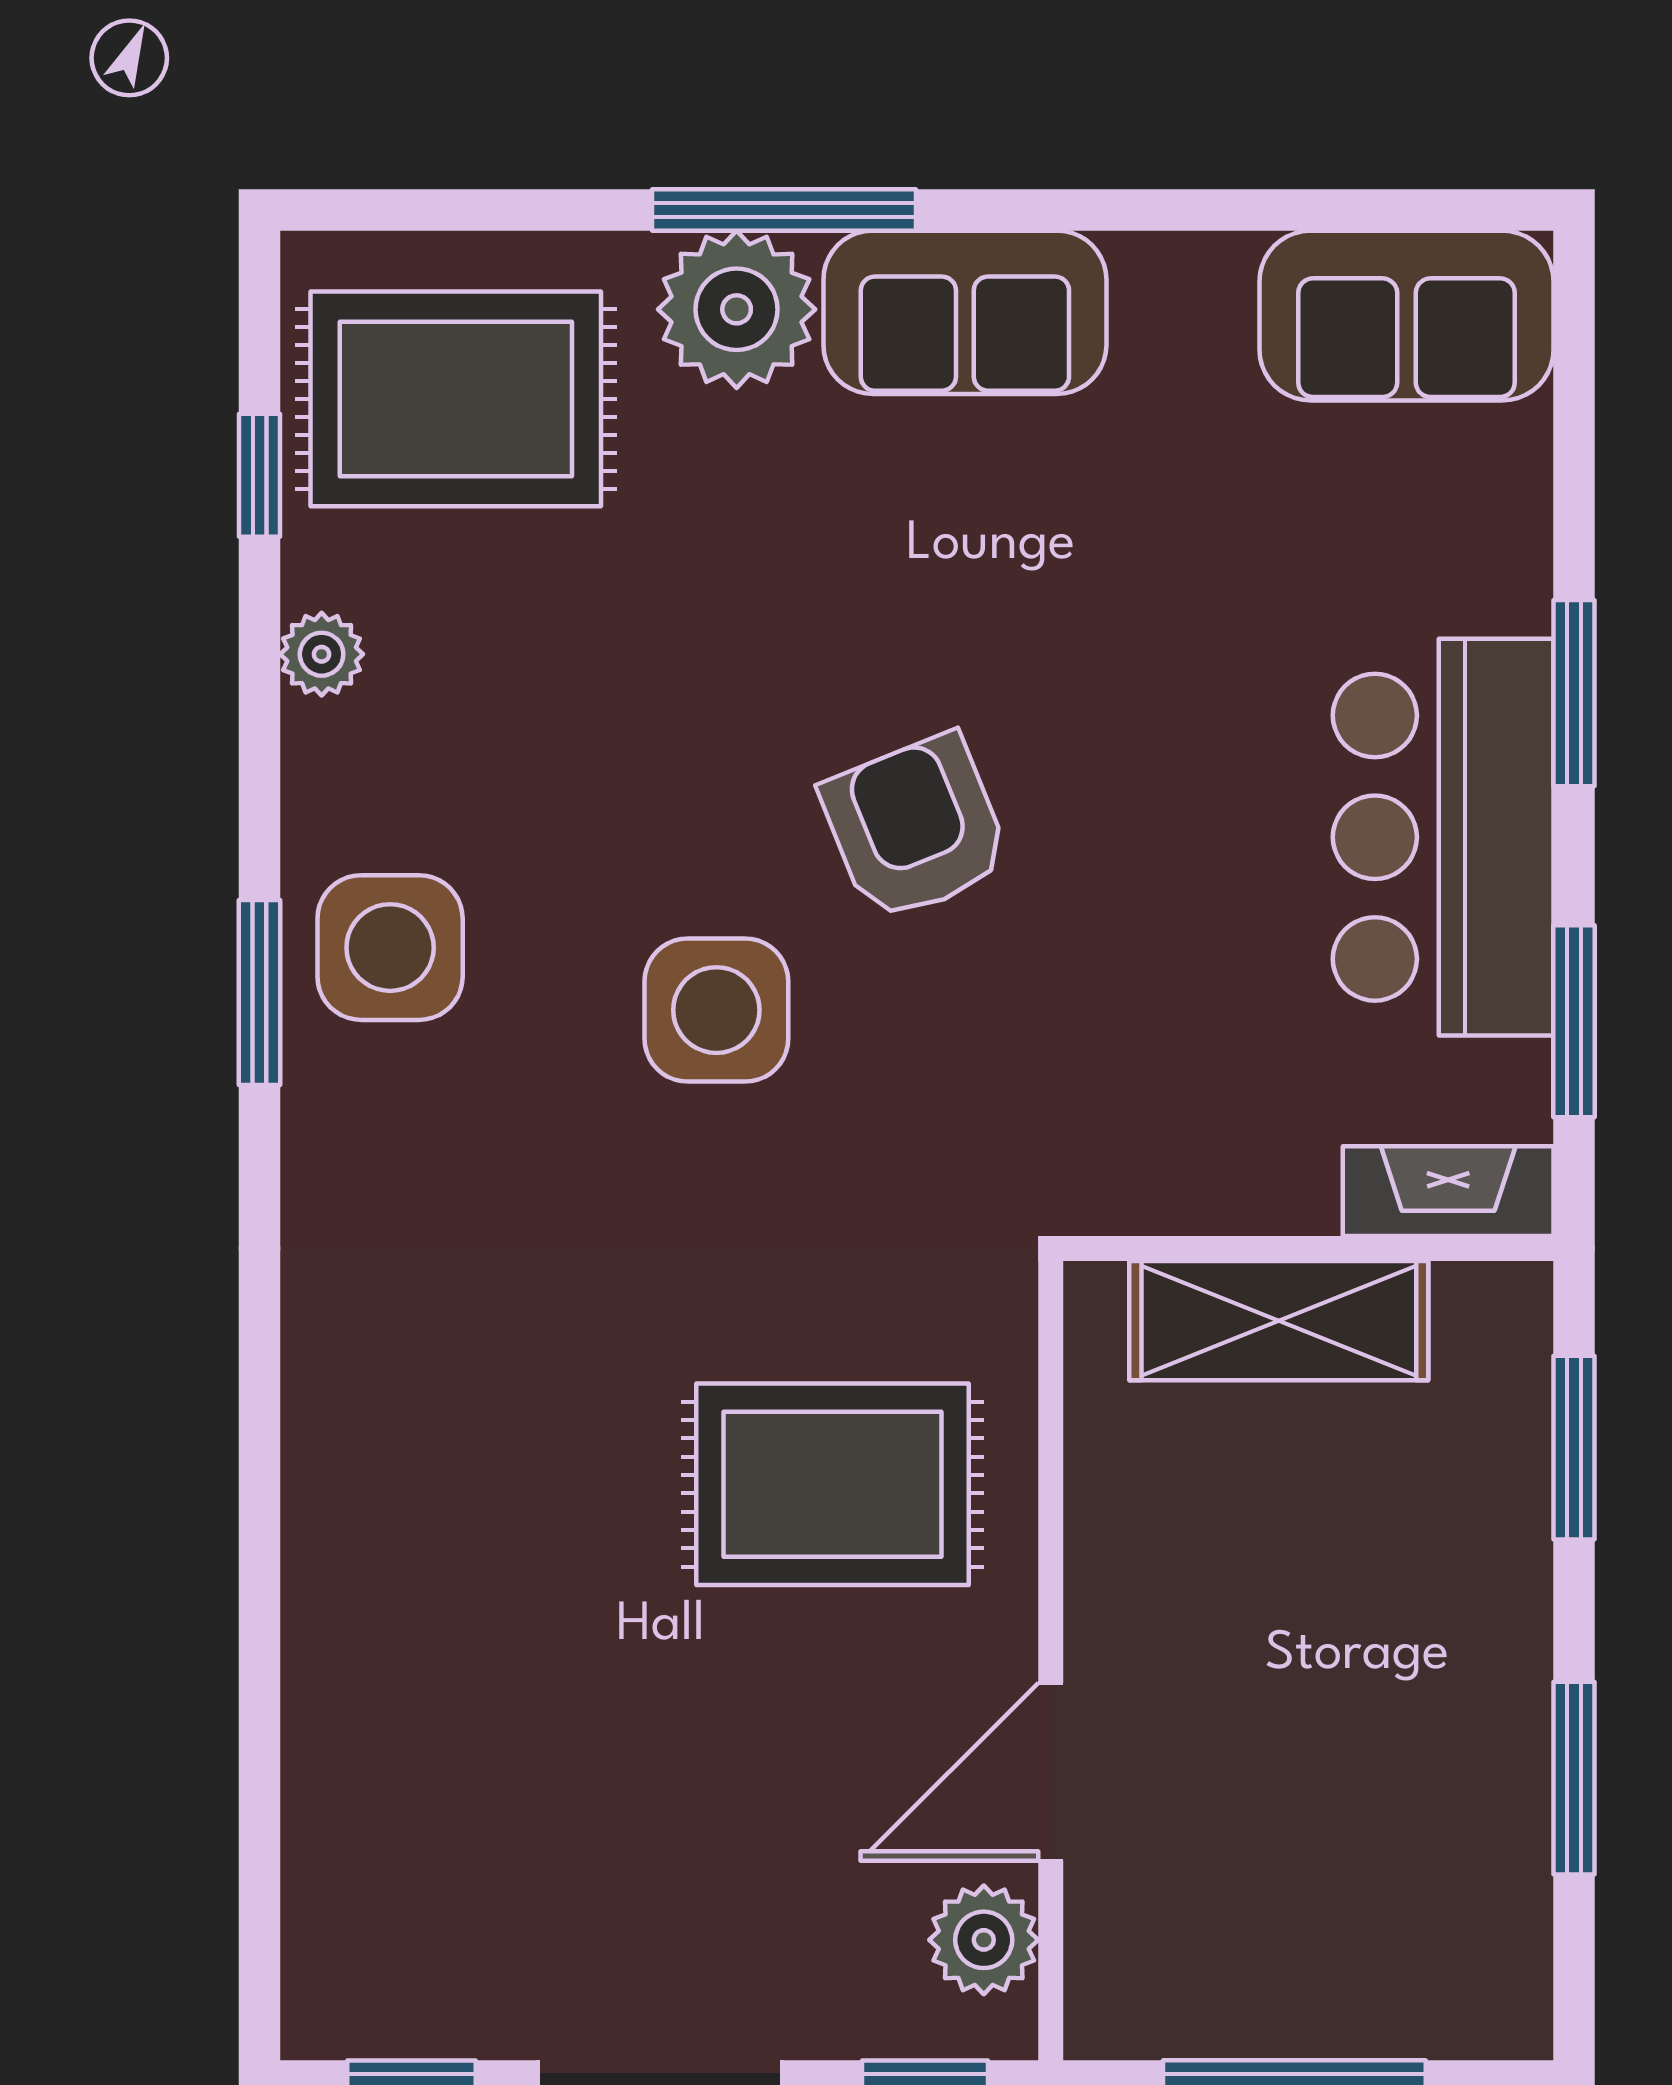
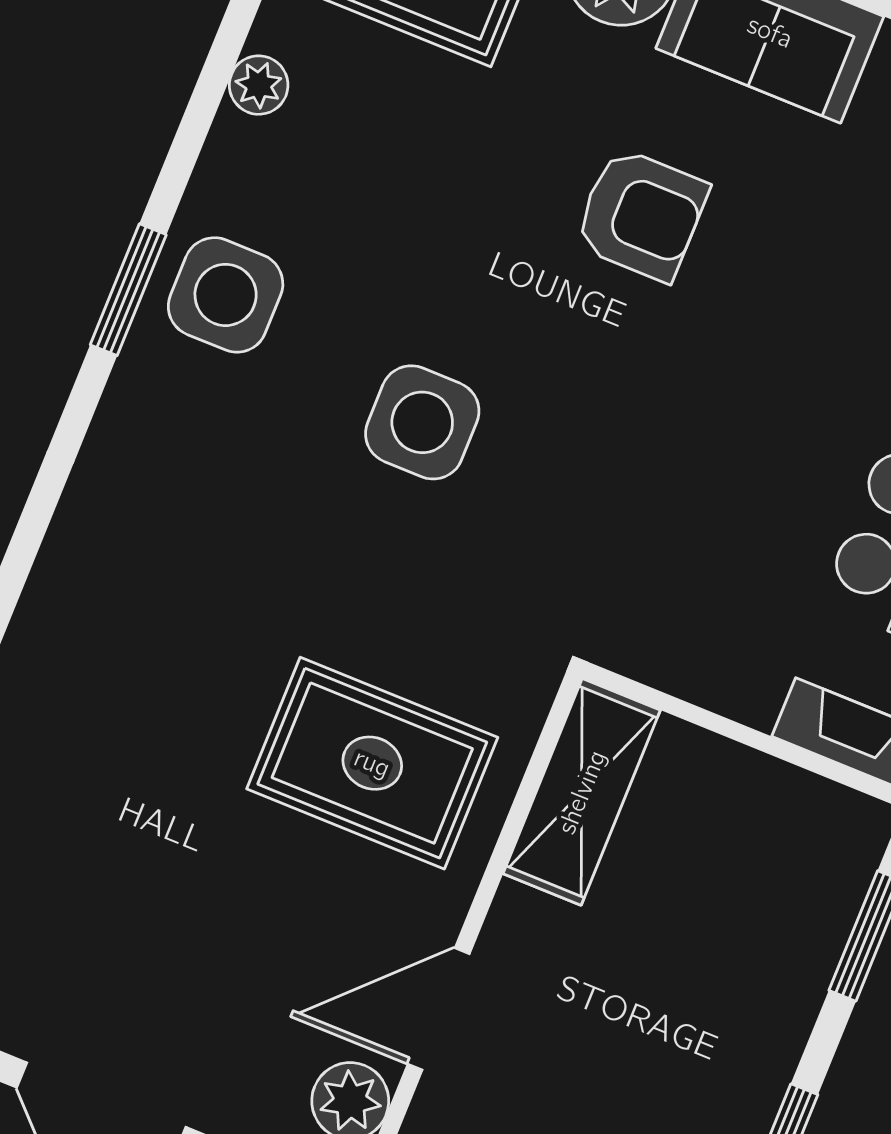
armchair: (915, 828) -> (641, 214), moved, turned 112
shelving: (1279, 1321) -> (582, 792), moved, turned 90

